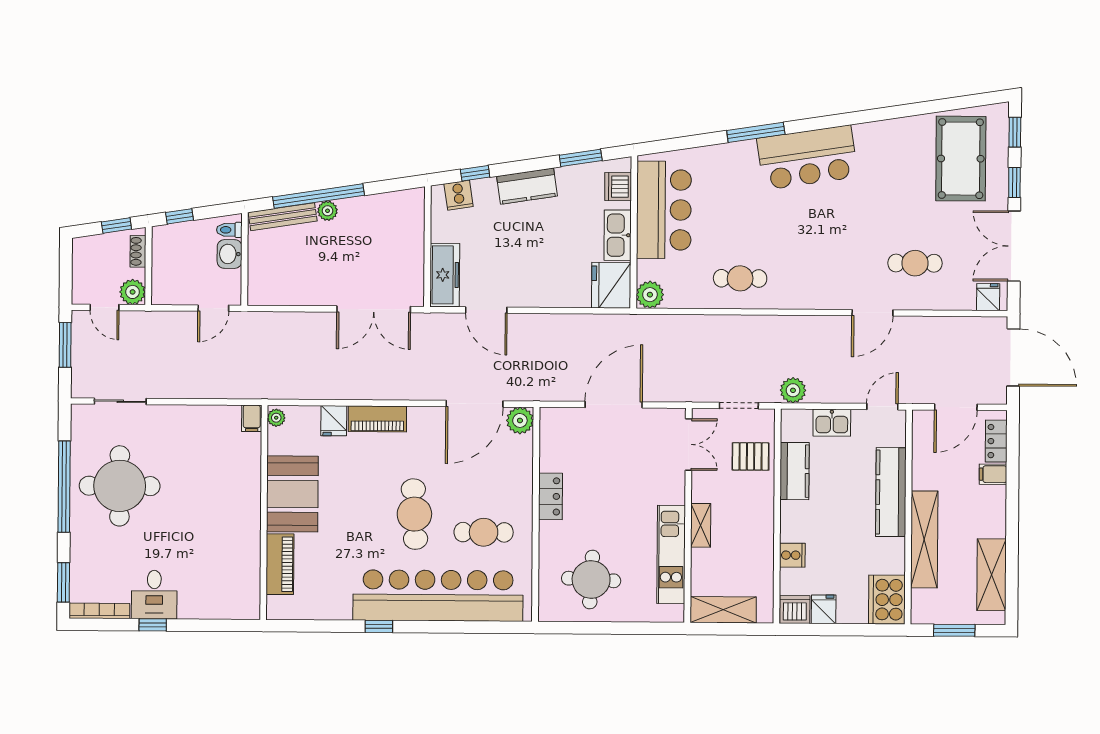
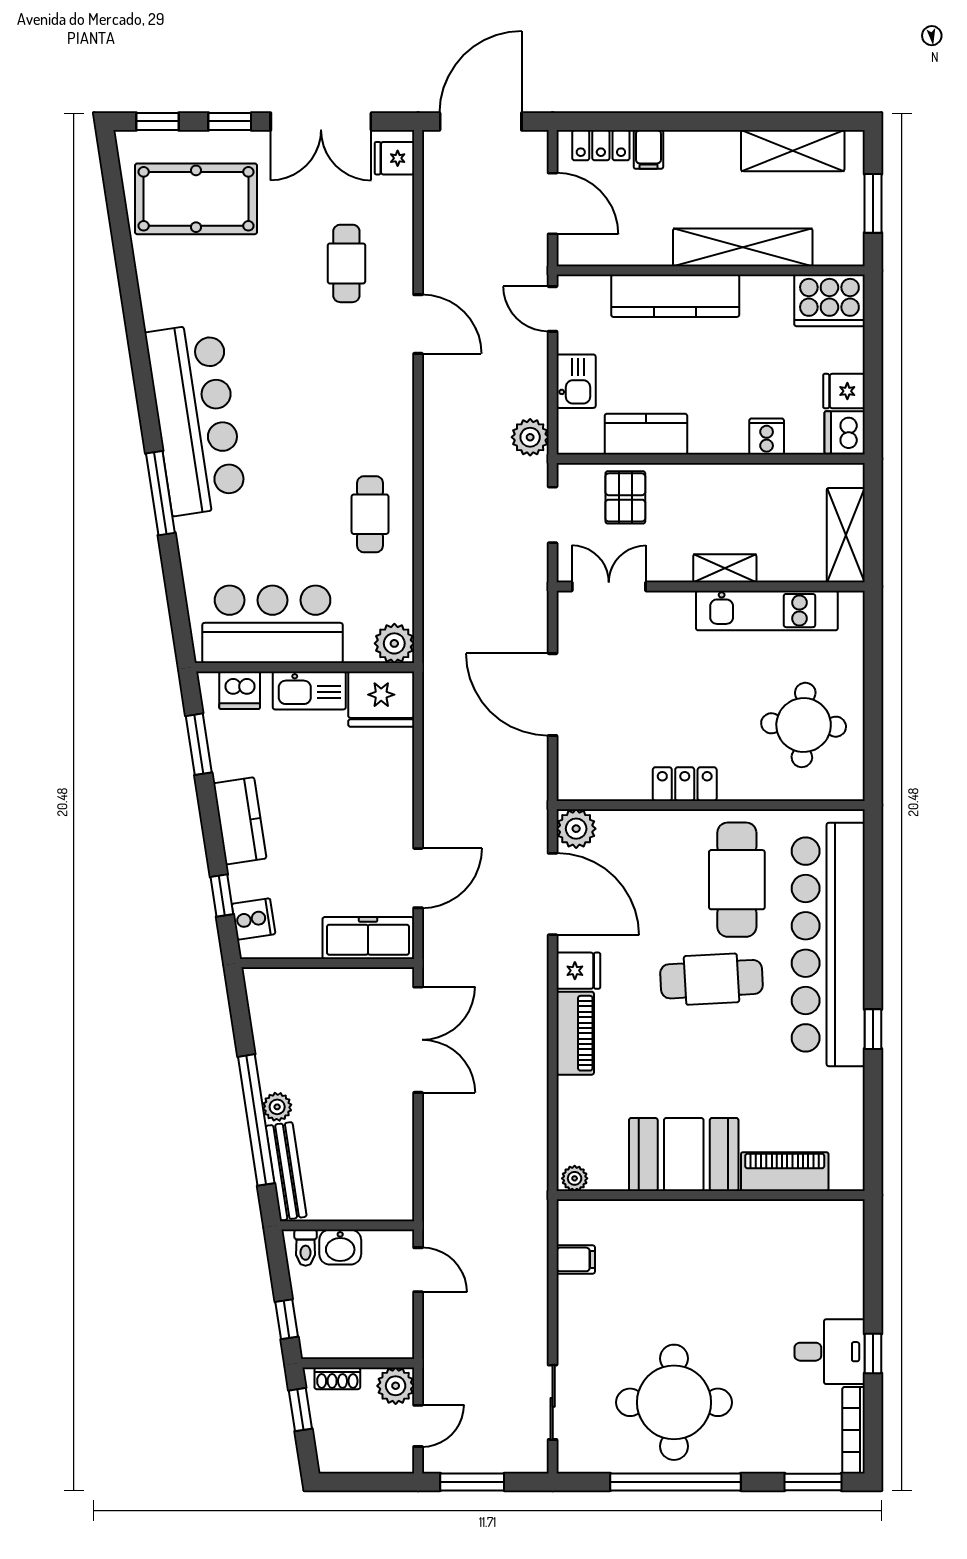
bar counter: (807, 158) -> (196, 419), width x1.36
filing cabinet: (252, 418) -> (576, 1259), moved
fridge: (334, 421) -> (578, 971), moved
cafe table: (484, 532) -> (737, 880), width x1.37, depth x1.35

